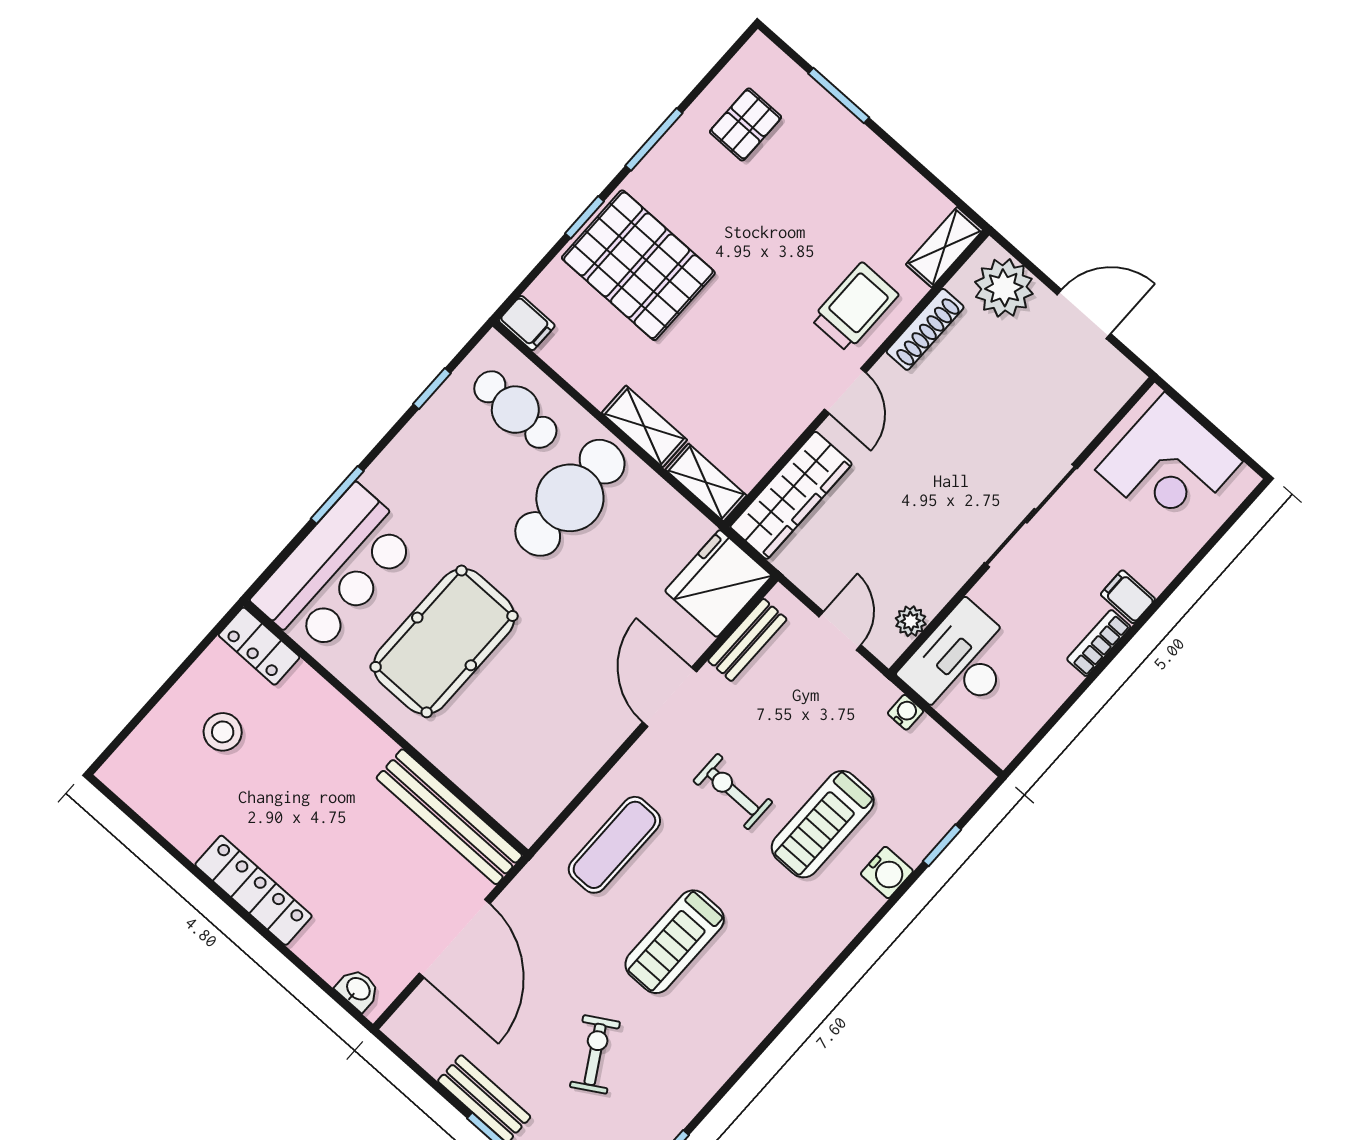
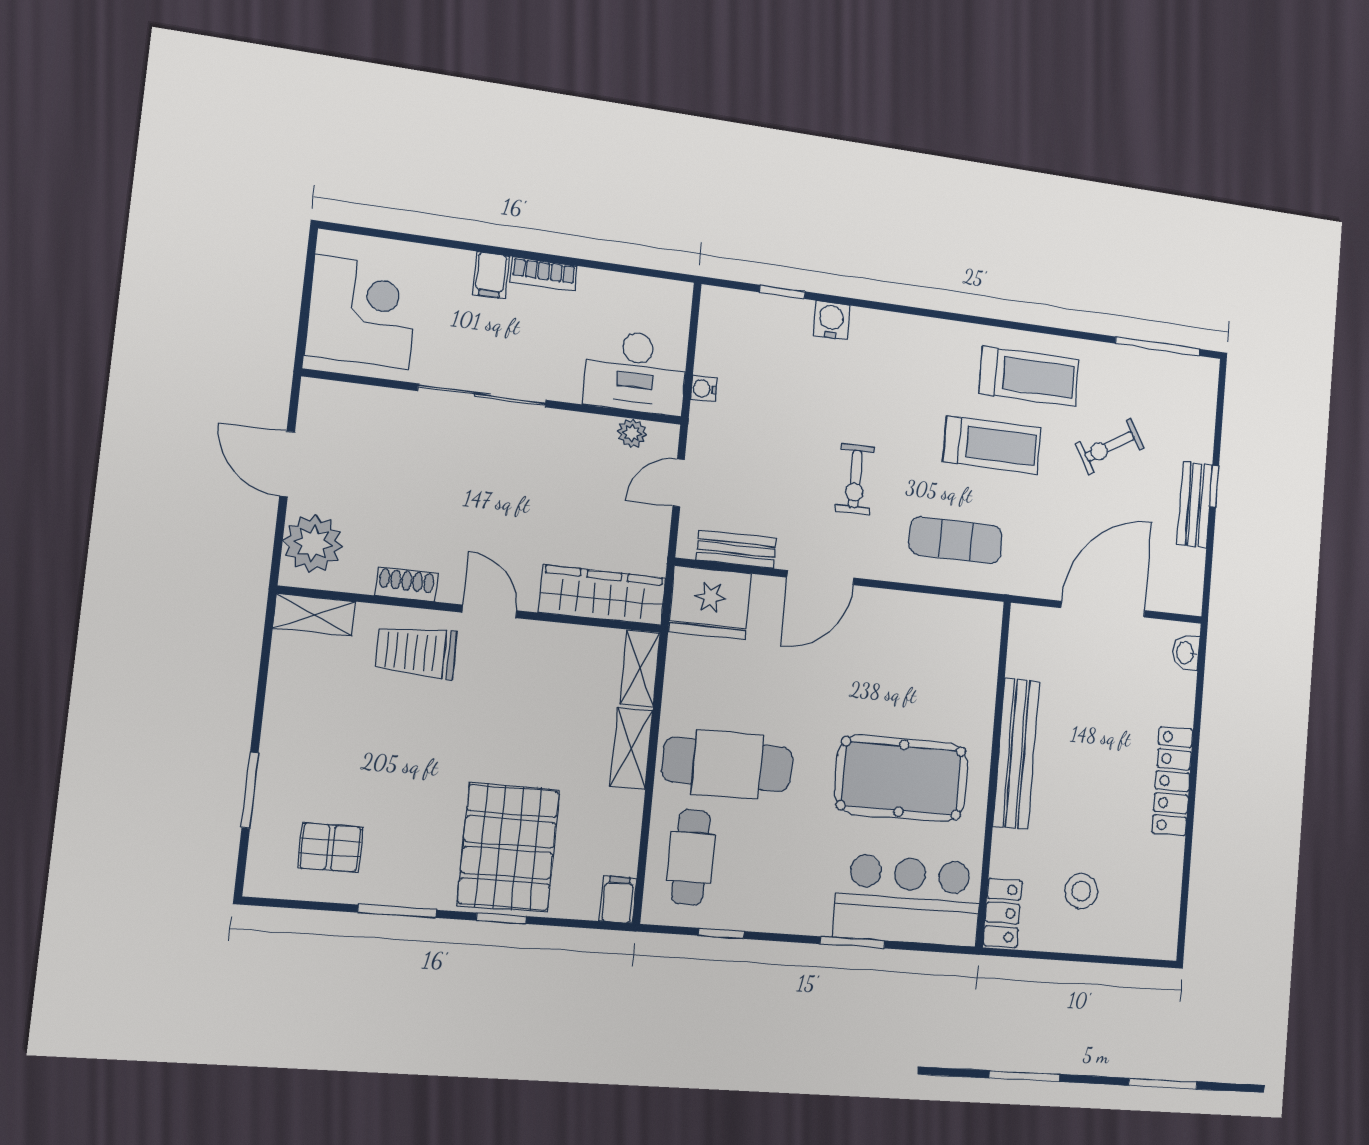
shoe rack: (925, 329) -> (406, 584), width x0.70
door: (845, 391) -> (490, 611), hinge flipped
bench: (449, 817) -> (1016, 754), moved
treadmill: (823, 824) -> (1029, 376), moved

